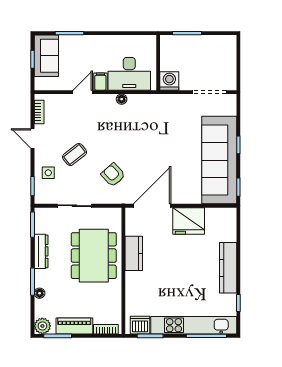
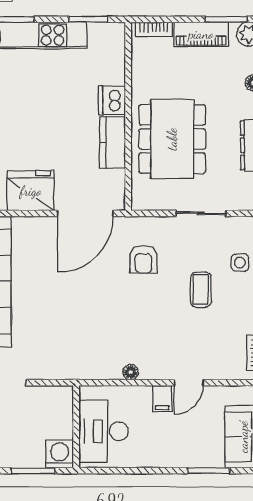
desk: (129, 74) -> (104, 431), moved, turned -90
washing machine: (169, 81) -> (59, 454), moved, turned 180
coffee table: (75, 155) -> (201, 290), turned -52
armchair: (113, 175) -> (143, 259), turned 42
dishwasher: (140, 325) -> (112, 100), moved, turned 90

